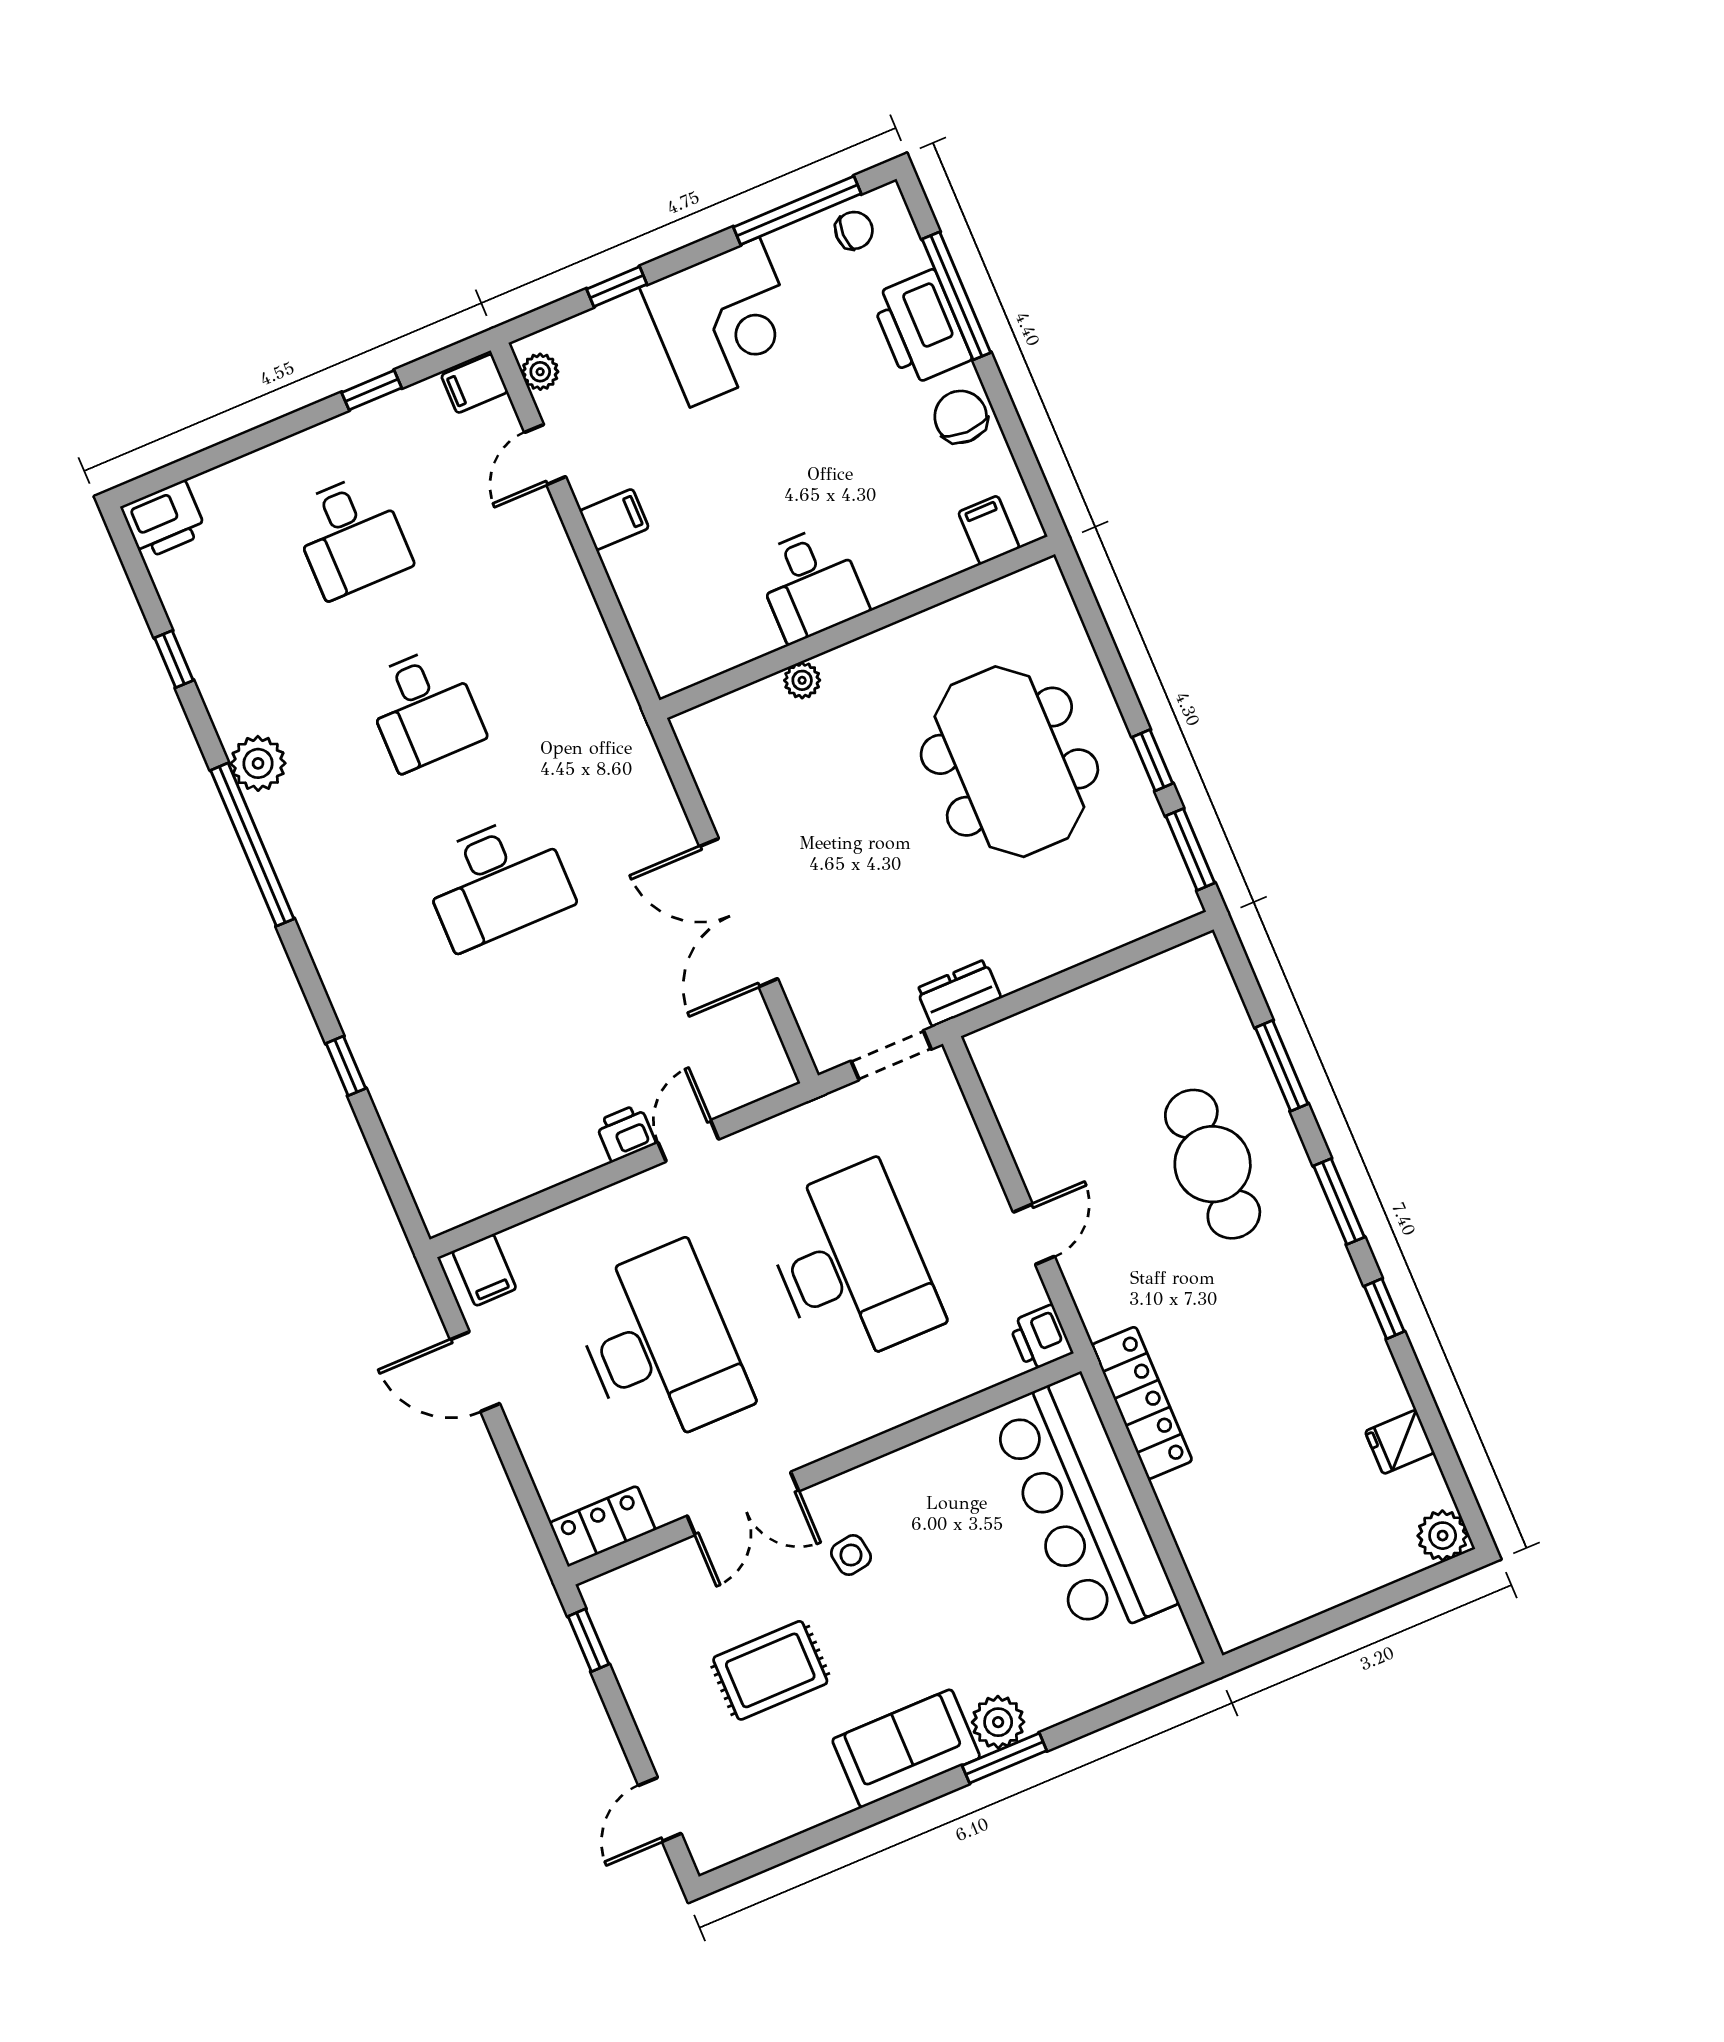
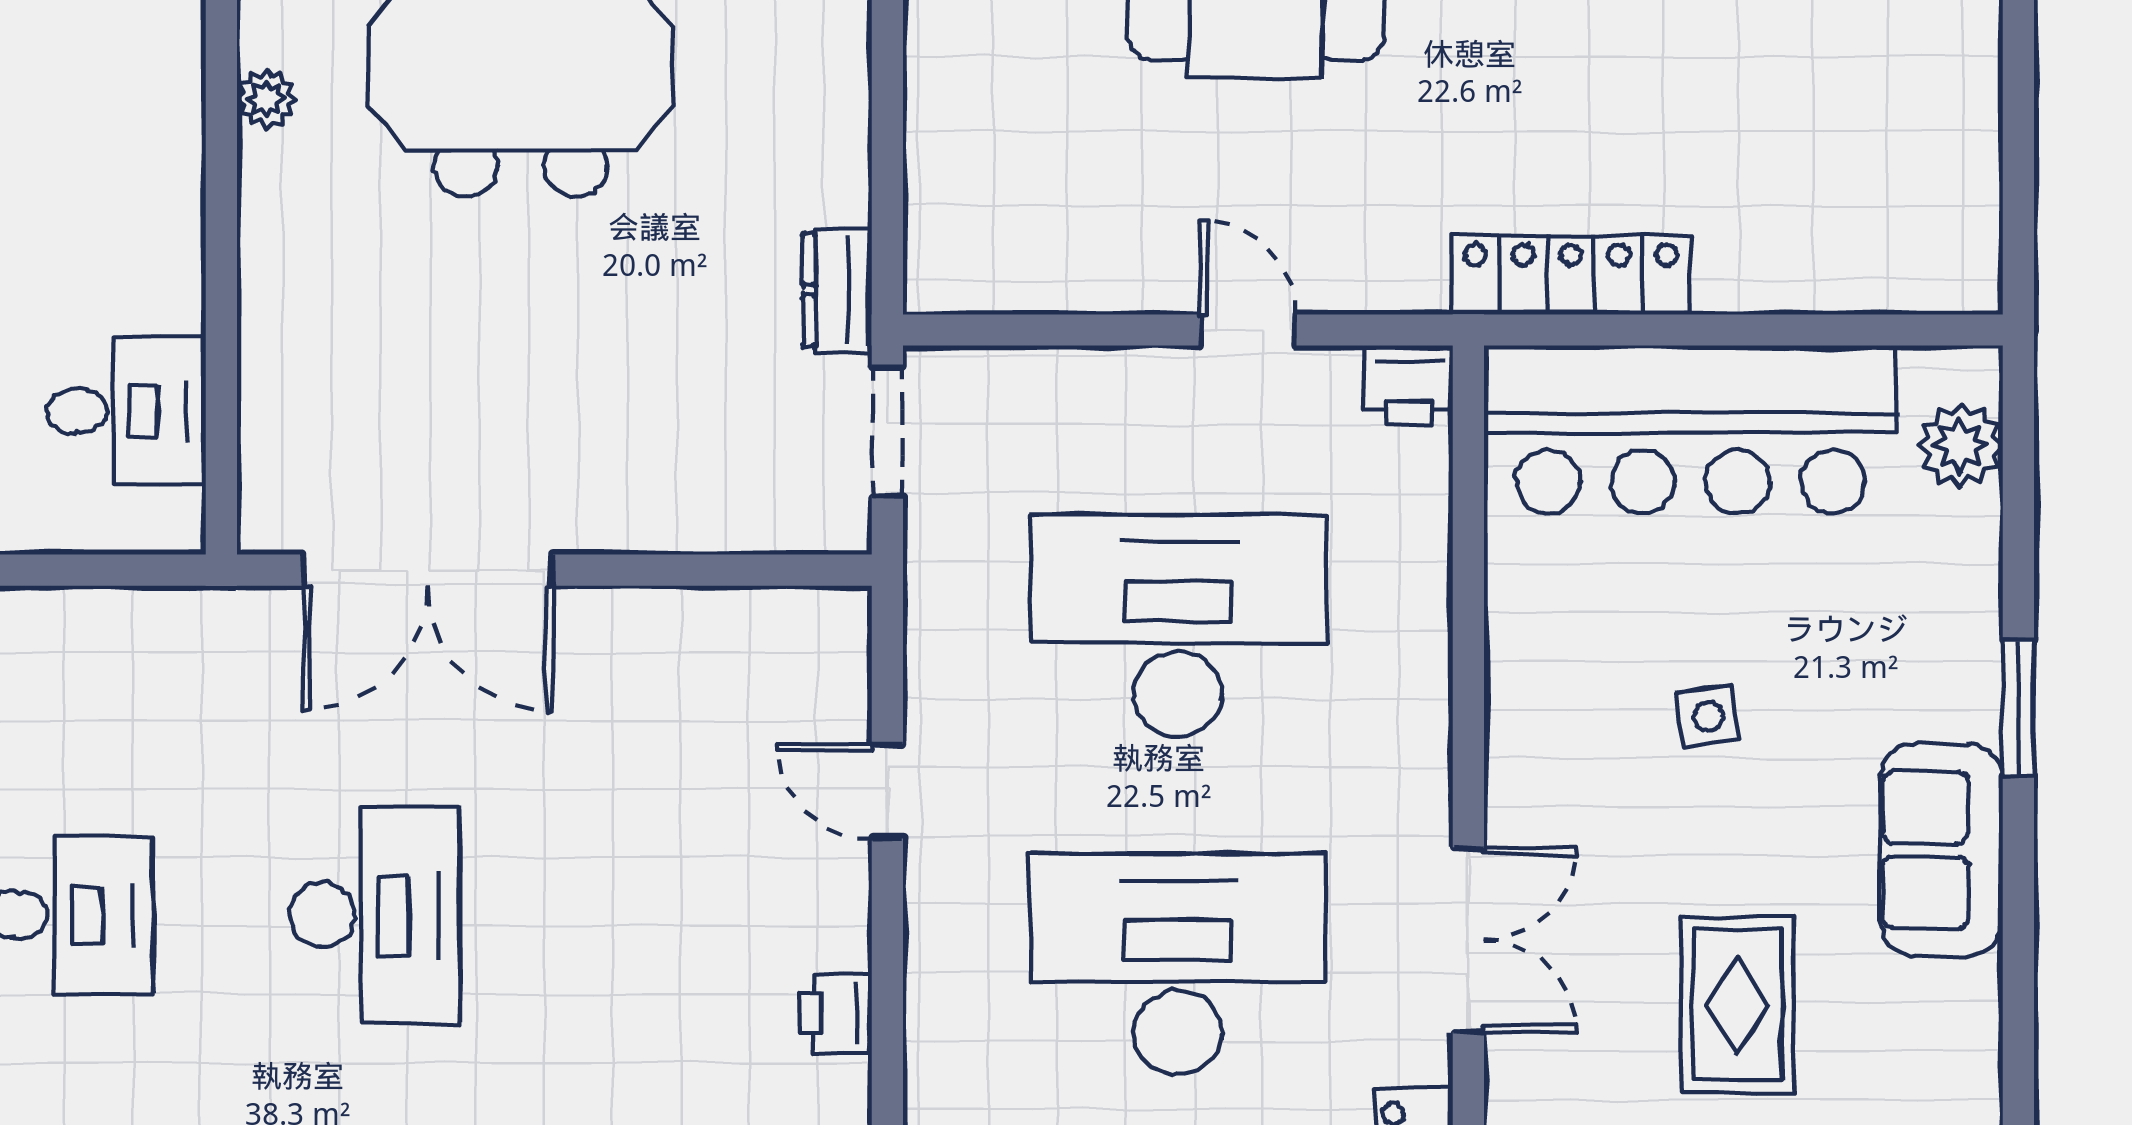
desk: (811, 584) -> (126, 411), moved
plant: (802, 680) -> (266, 99), moved
double door: (739, 913) -> (428, 570), moved
printer: (626, 1133) -> (836, 1013), moved
side table: (851, 1555) -> (1708, 716), moved
plant: (998, 1722) -> (1960, 446), moved

